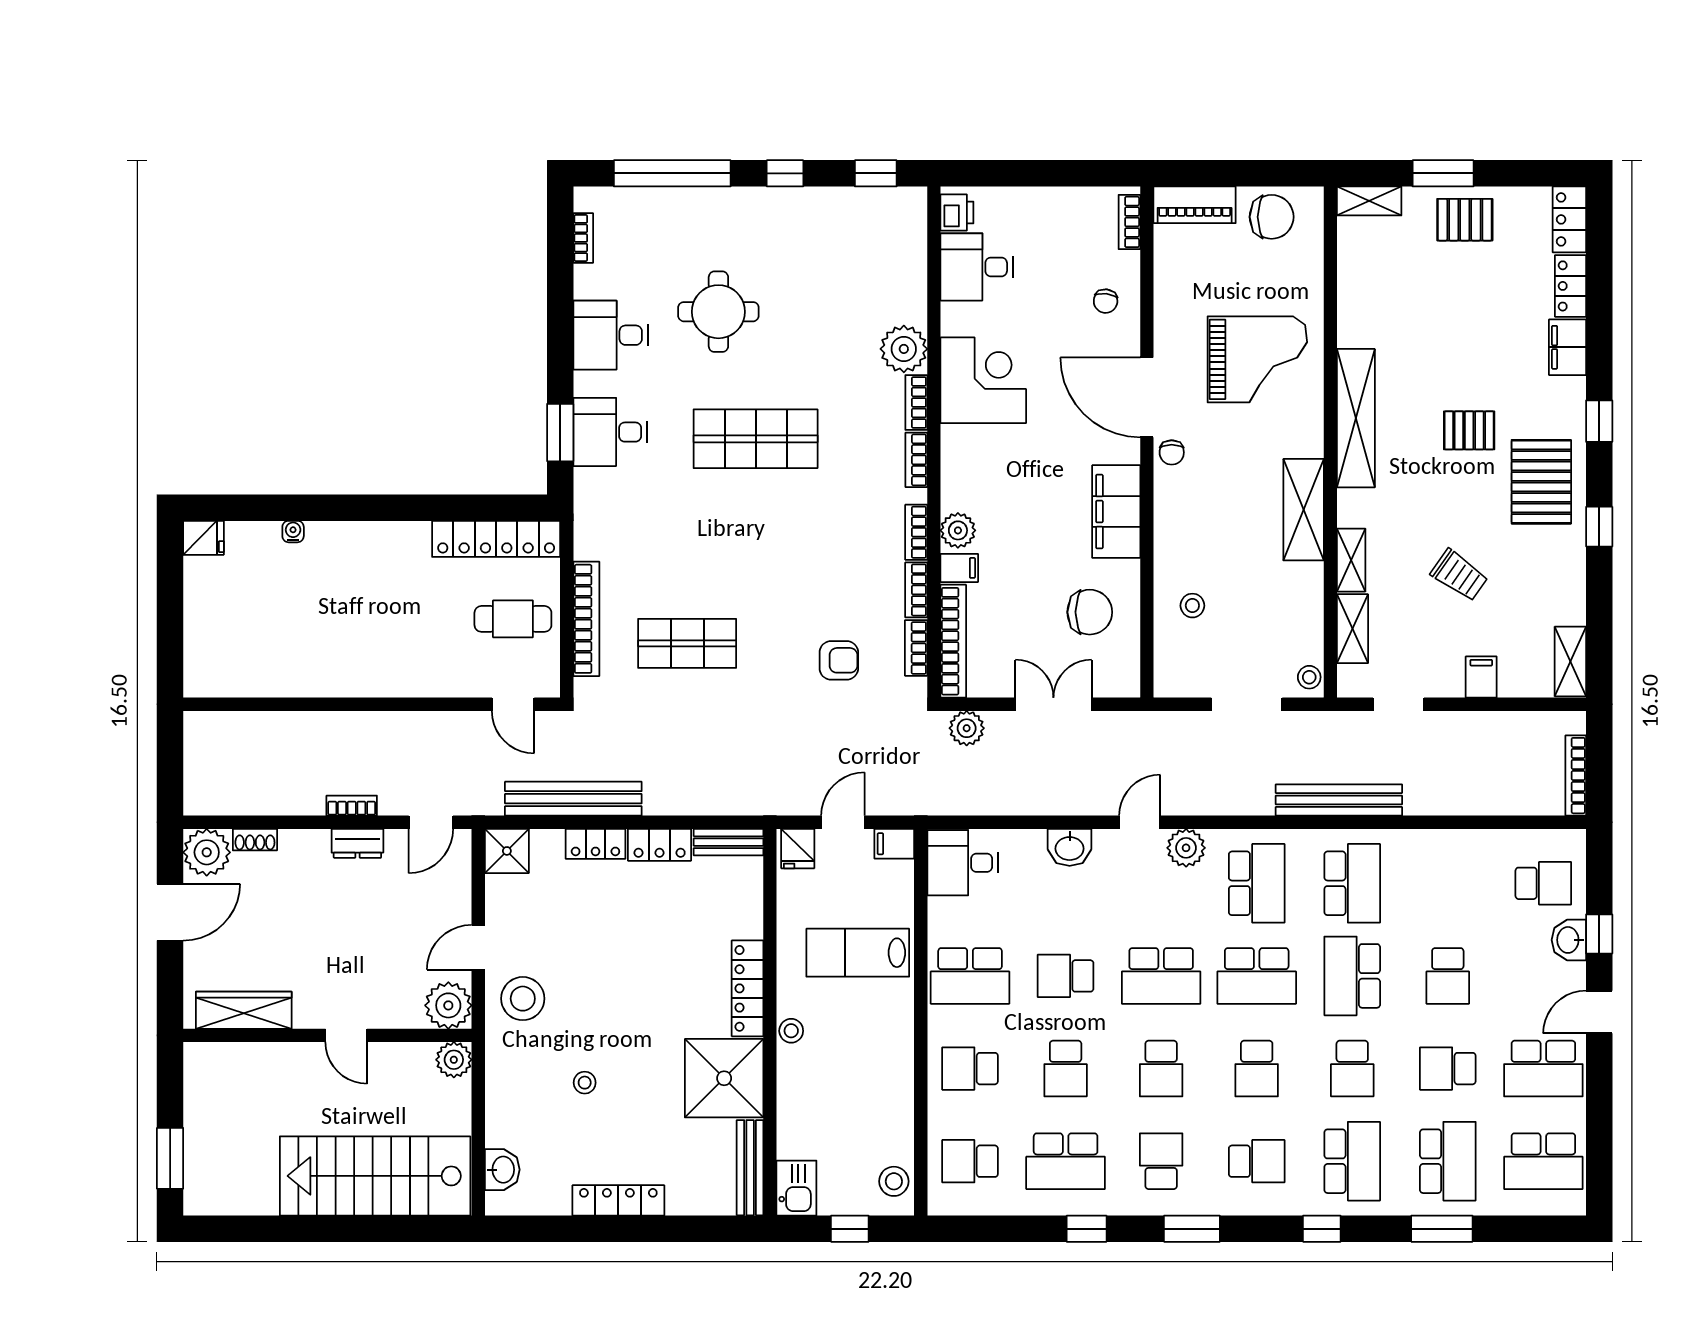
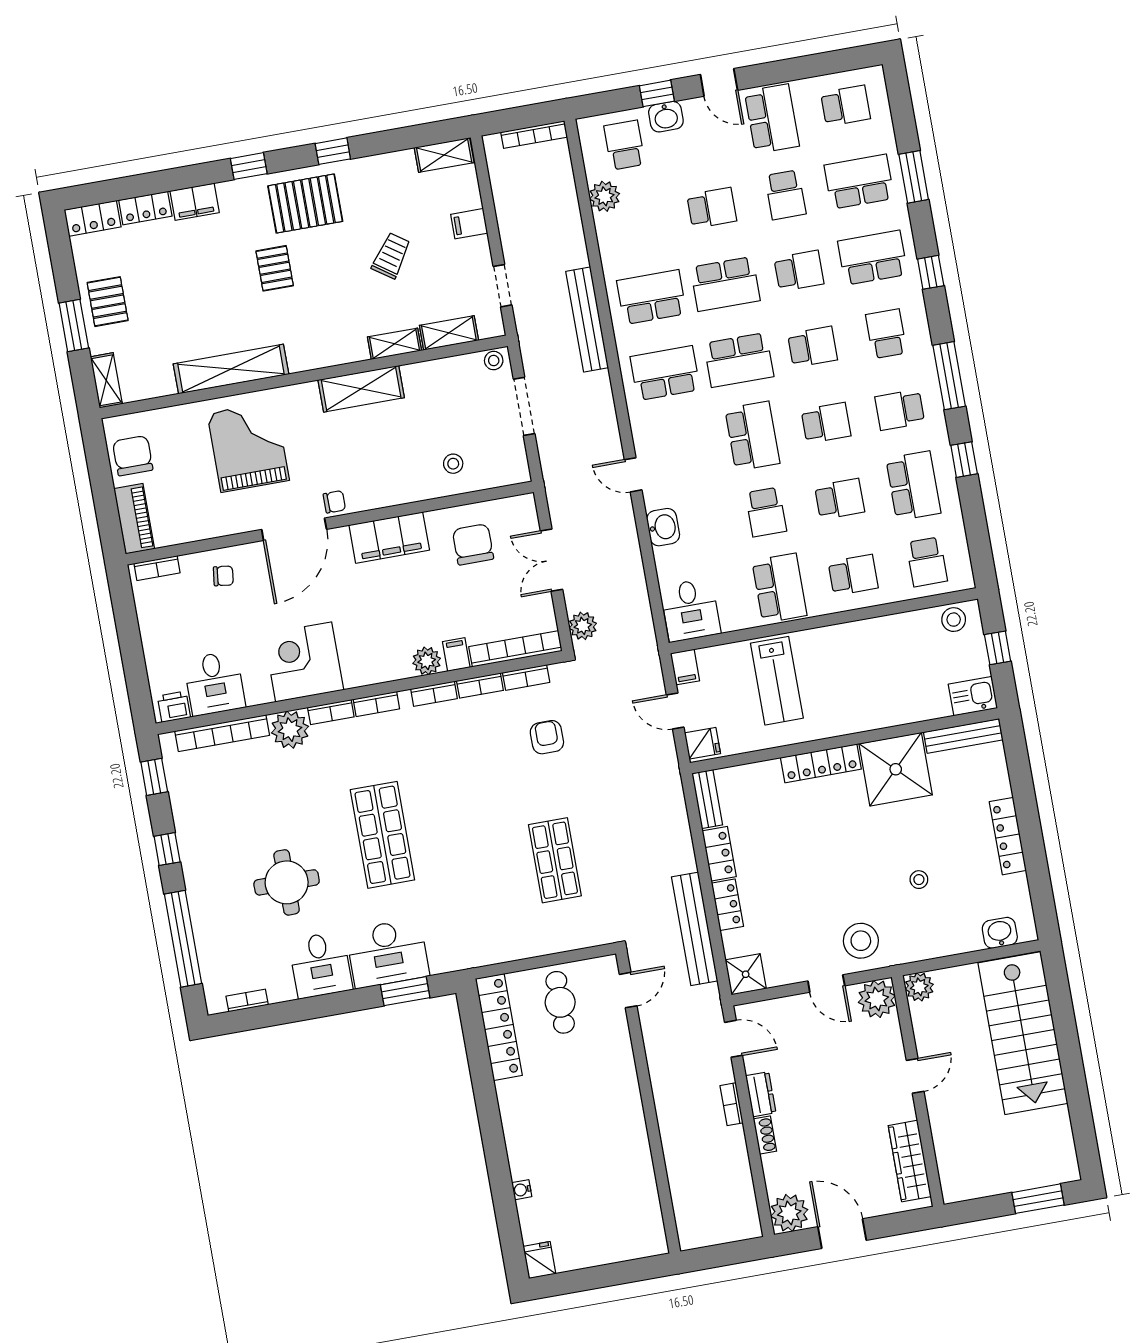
shelving: (1356, 418) -> (231, 369), moved
desk: (610, 432) -> (388, 953), width x1.37
bookcase: (586, 619) -> (222, 733), moved, turned 180
shoe rack: (255, 840) -> (765, 1135), moved
plant: (1186, 848) -> (605, 196), moved
school desk: (1257, 976) -> (739, 360), turned 90
stool: (791, 1031) -> (848, 723), removed
school desk: (970, 1069) -> (853, 575), turned -90
school desk: (1543, 1161) -> (846, 106), width x0.54
window: (1192, 1229) -> (949, 376), width x1.44

